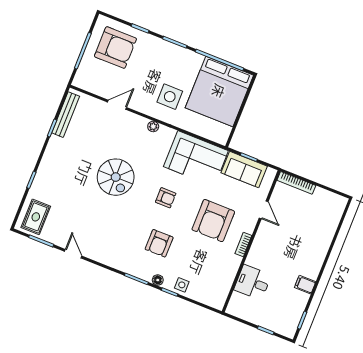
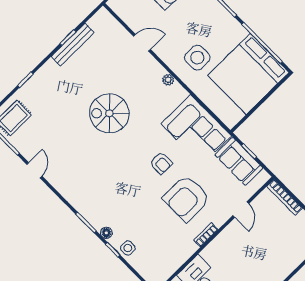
bench: (66, 115) -> (73, 45), moved
spiral stairs: (116, 177) -> (109, 113), turned 90
armchair: (166, 198) -> (161, 163), moved
armchair: (159, 243) -> (124, 197), removed

